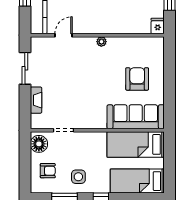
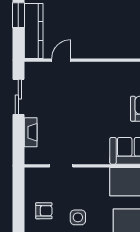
plant: (101, 42) -> (104, 67), removed
floor lamp: (39, 144) -> (34, 181), removed

